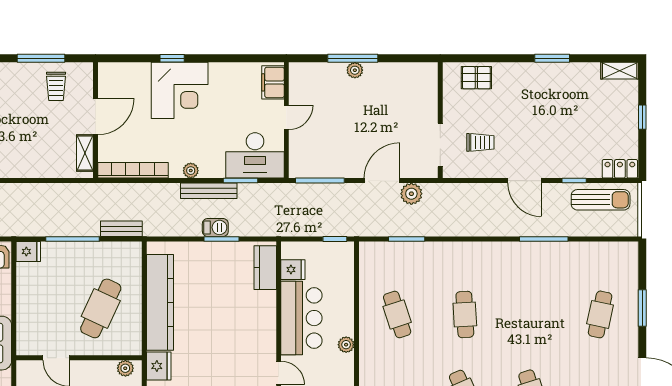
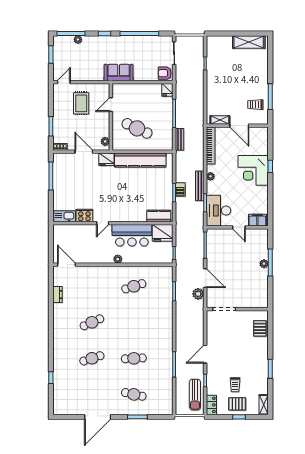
pallet: (618, 120) -> (237, 404), added
trolley: (480, 142) -> (235, 385), moved
fridge: (293, 270) -> (162, 233), width x1.88, depth x1.34
cafe table: (465, 314) -> (134, 358), moved

